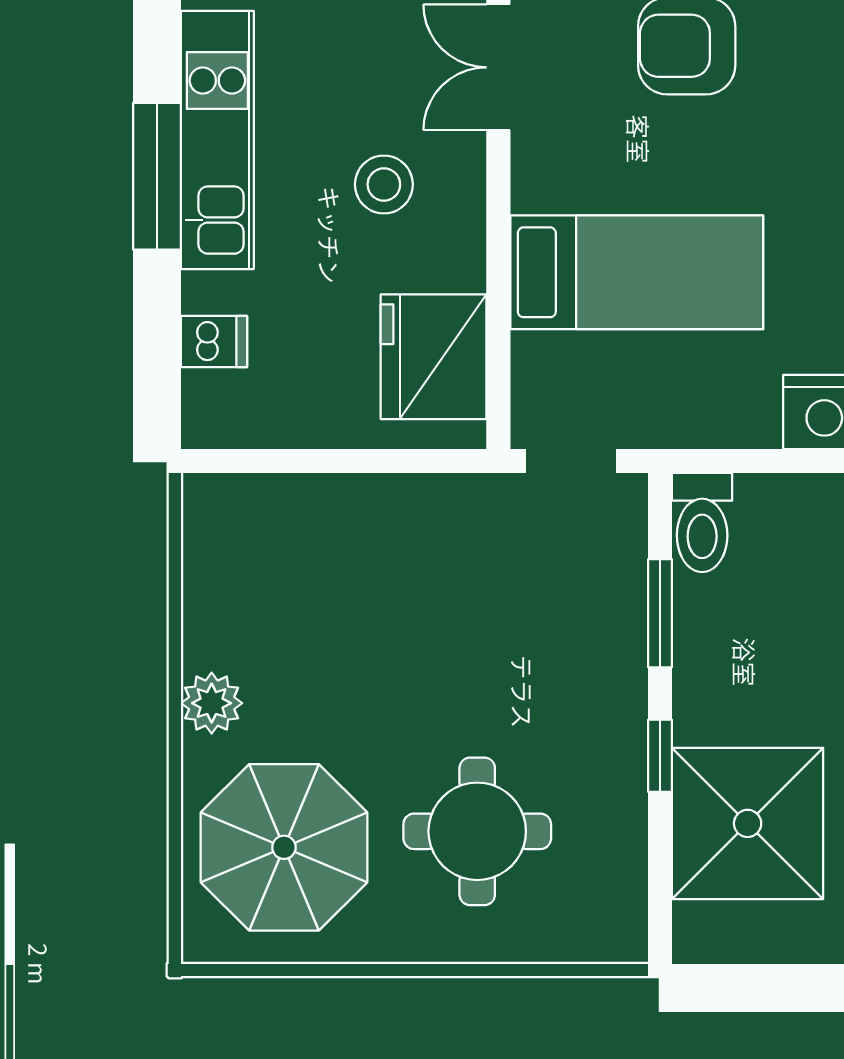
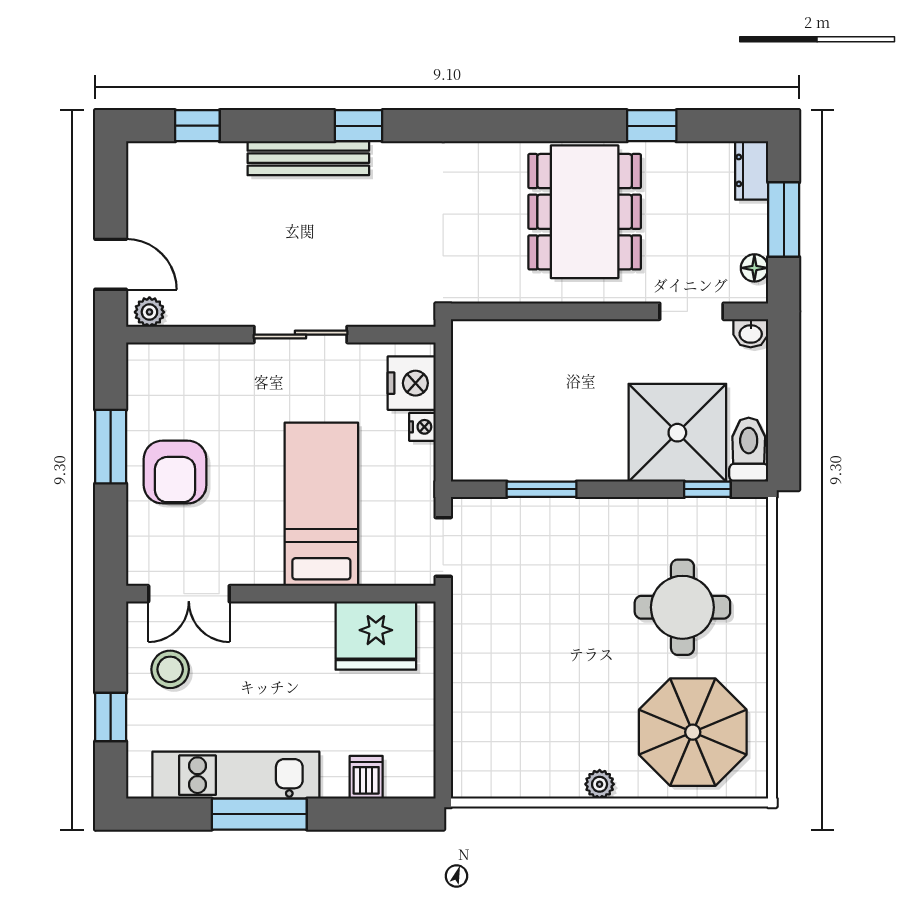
stool: (384, 184) -> (170, 669), moved
nightstand: (757, 429) -> (422, 427), added
toilet: (702, 523) -> (749, 450), moved, turned -90
plant: (212, 703) -> (600, 784), width x0.73, depth x0.73
window: (660, 756) -> (707, 489), moved

